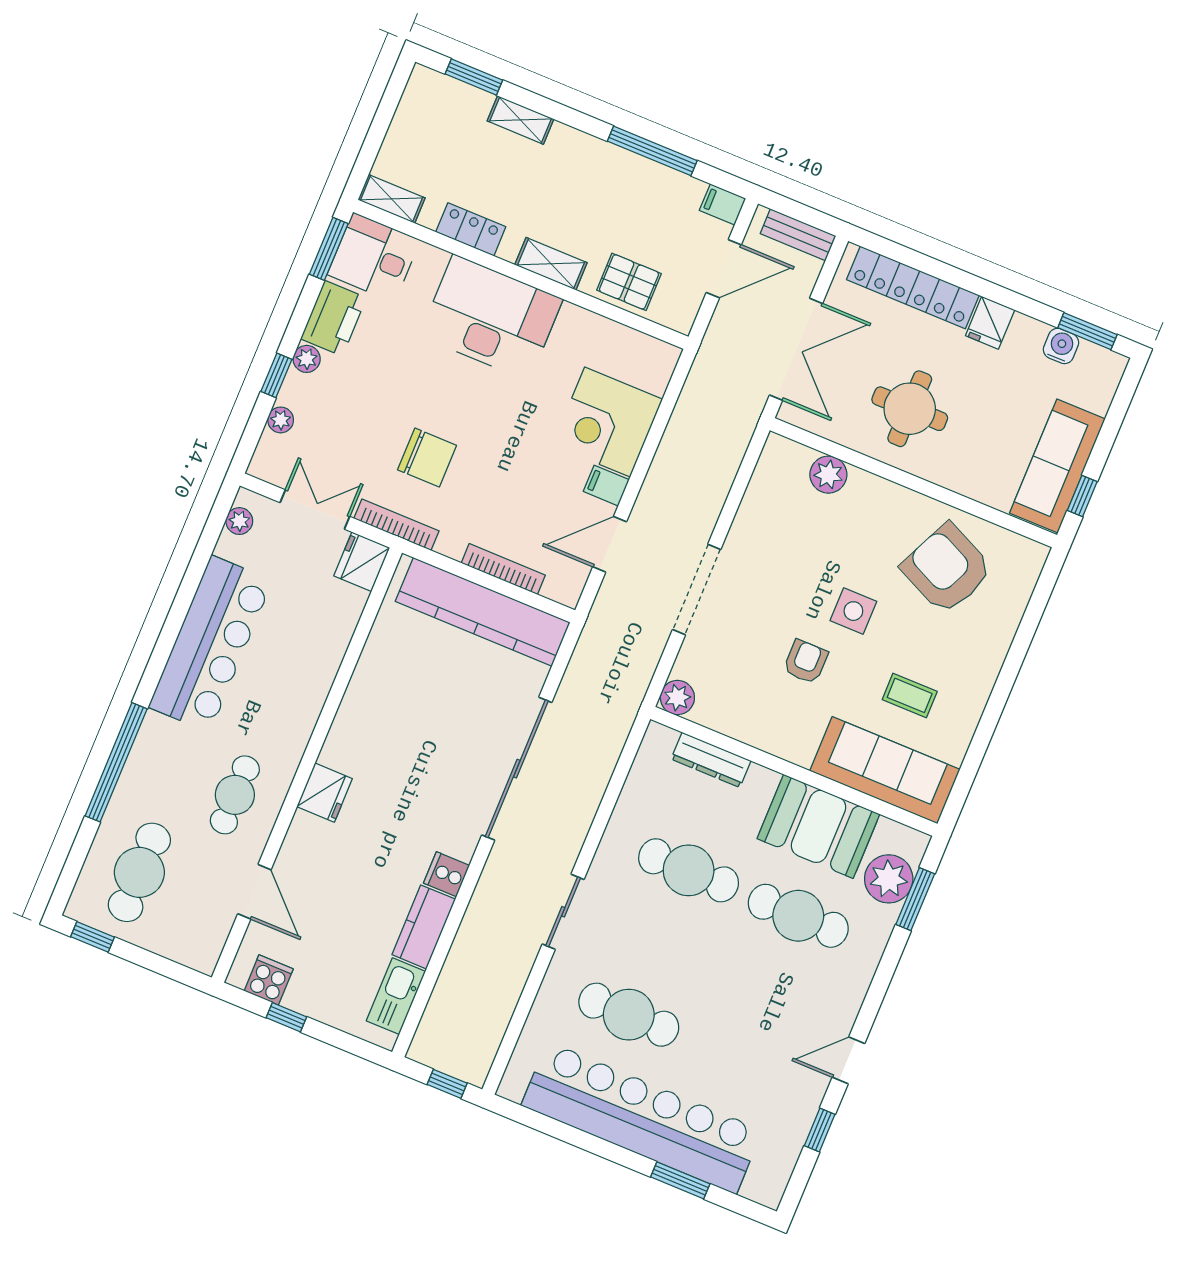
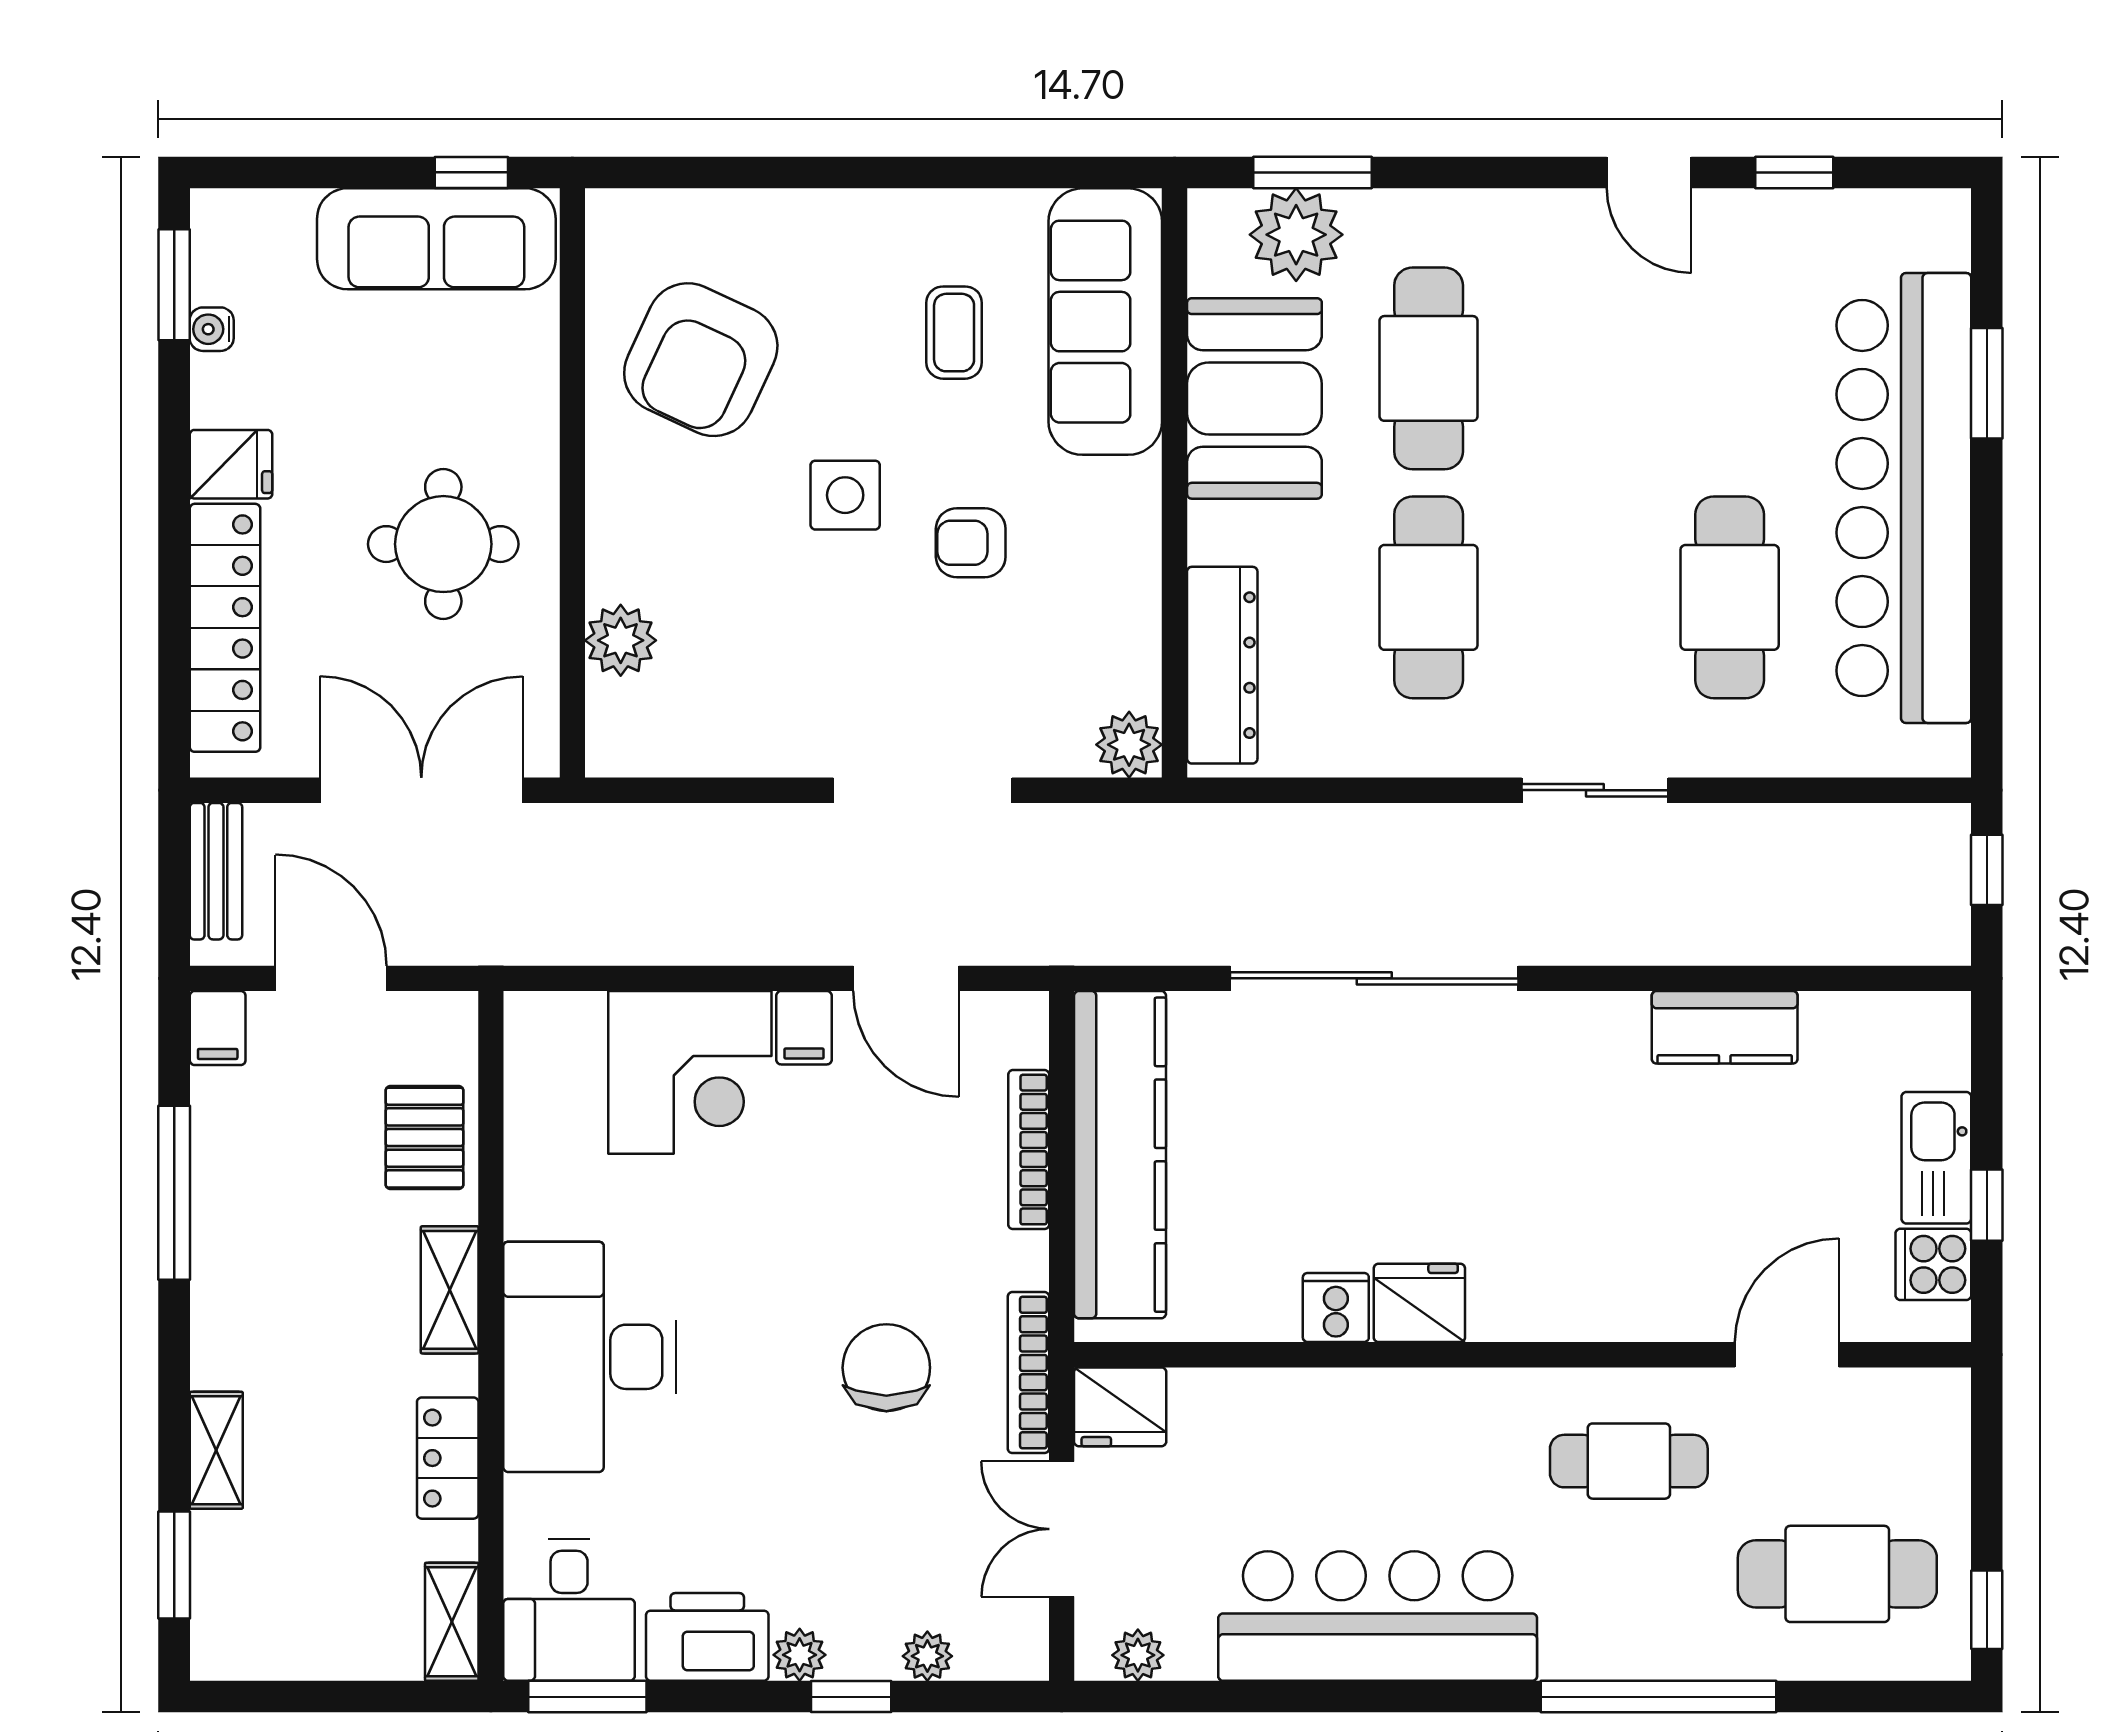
water cooler: (1061, 346) -> (212, 329), width x0.72, depth x0.72
dresser: (711, 760) -> (1222, 665), width x1.37, depth x1.24
fridge: (325, 793) -> (1419, 1303), moved
cooker: (446, 874) -> (1336, 1307), moved, turned 180
kitchen sink: (396, 996) -> (1936, 1158), moved, turned 90

